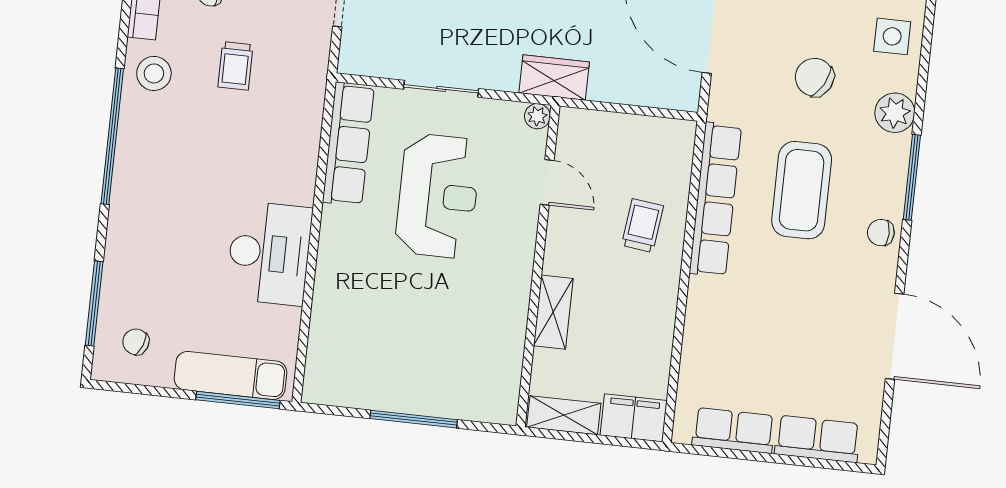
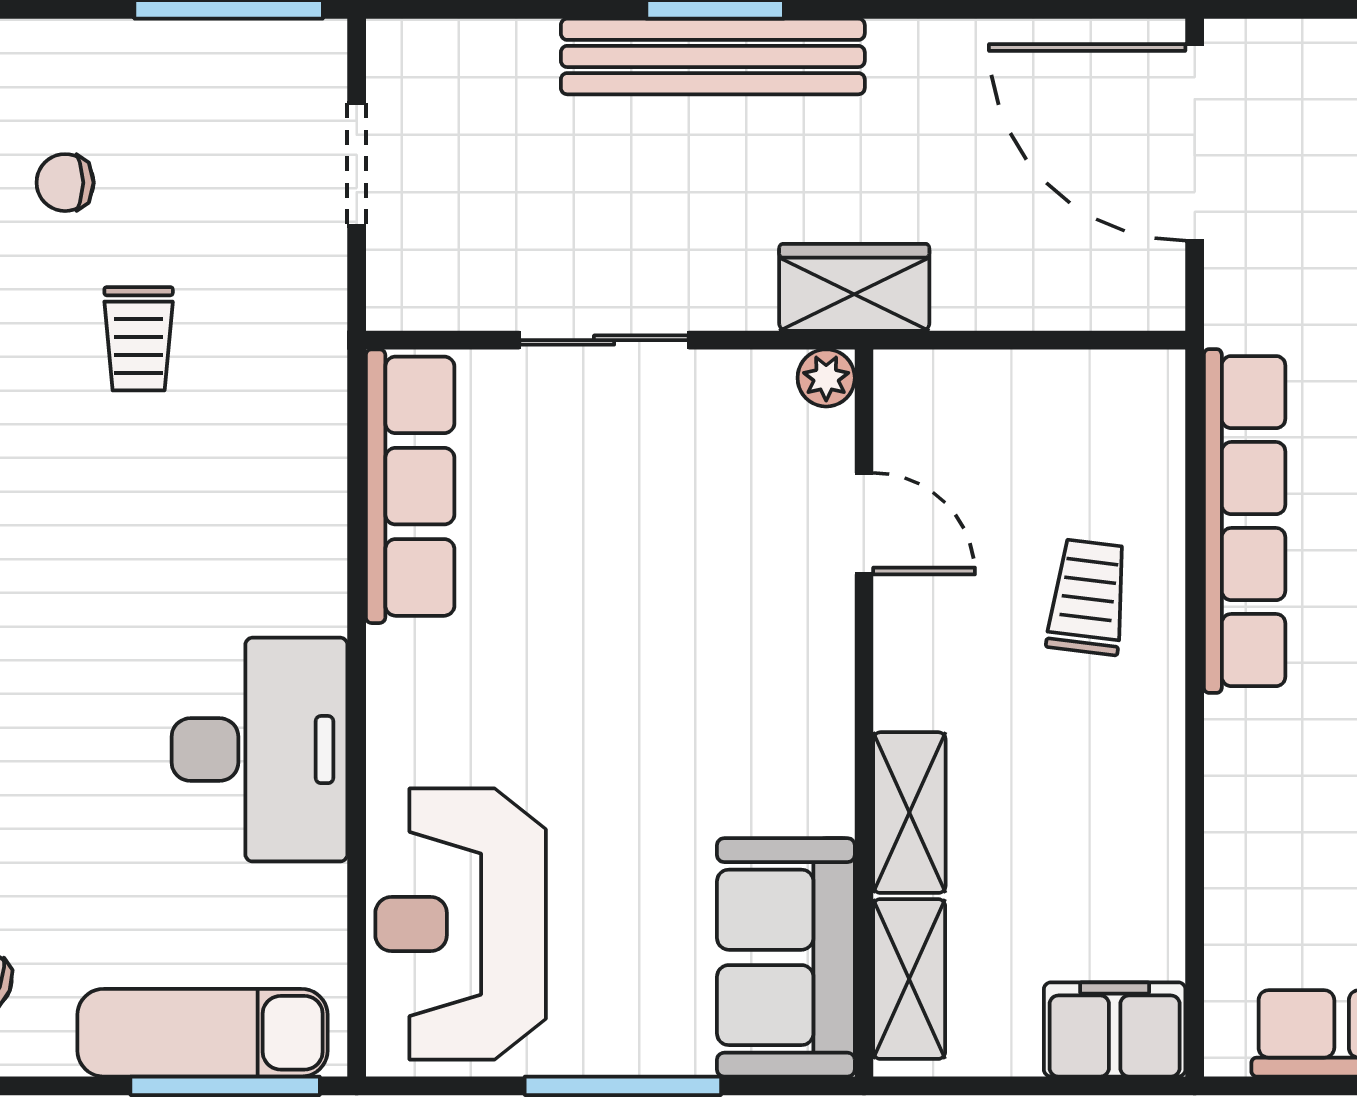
reception desk: (438, 196) -> (461, 924), moved, turned 180
sofa: (492, 370) -> (786, 957), added
shelving: (564, 415) -> (909, 979), moved, turned 90

